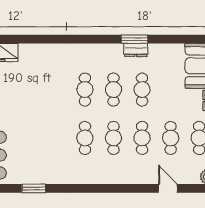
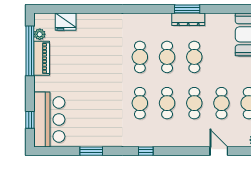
dresser: (136, 50) -> (188, 19), width x1.44
window: (91, 188) -> (146, 151), added

